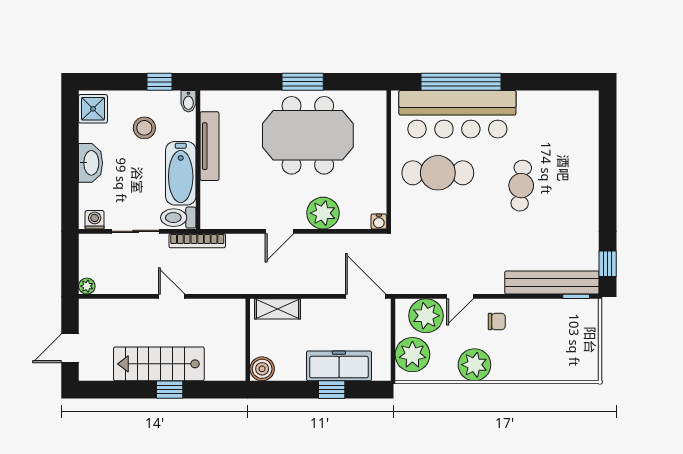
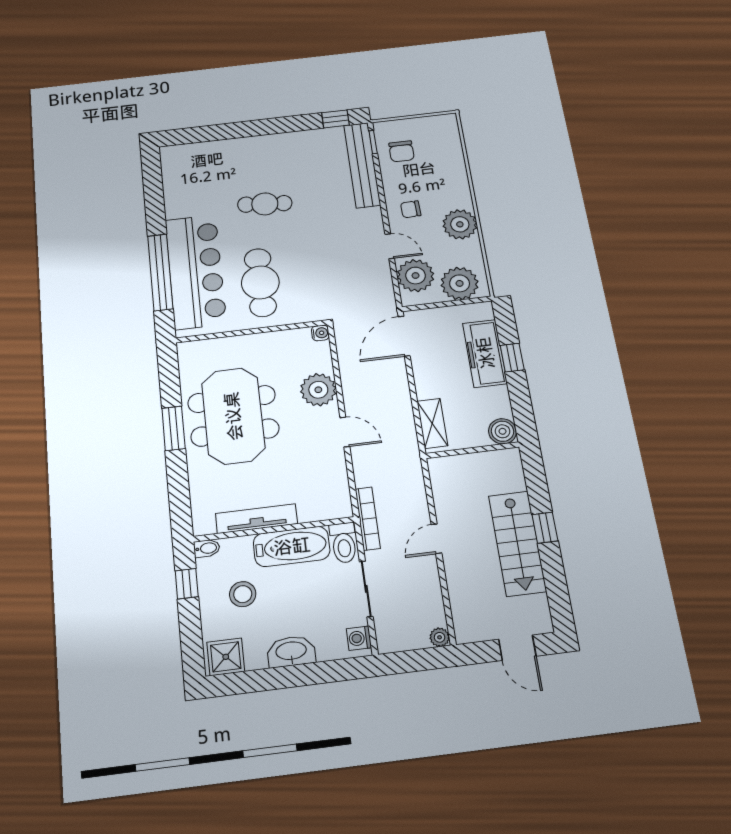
chair: (497, 321) -> (411, 209), turned -92
chair: (562, 322) -> (402, 151), added

